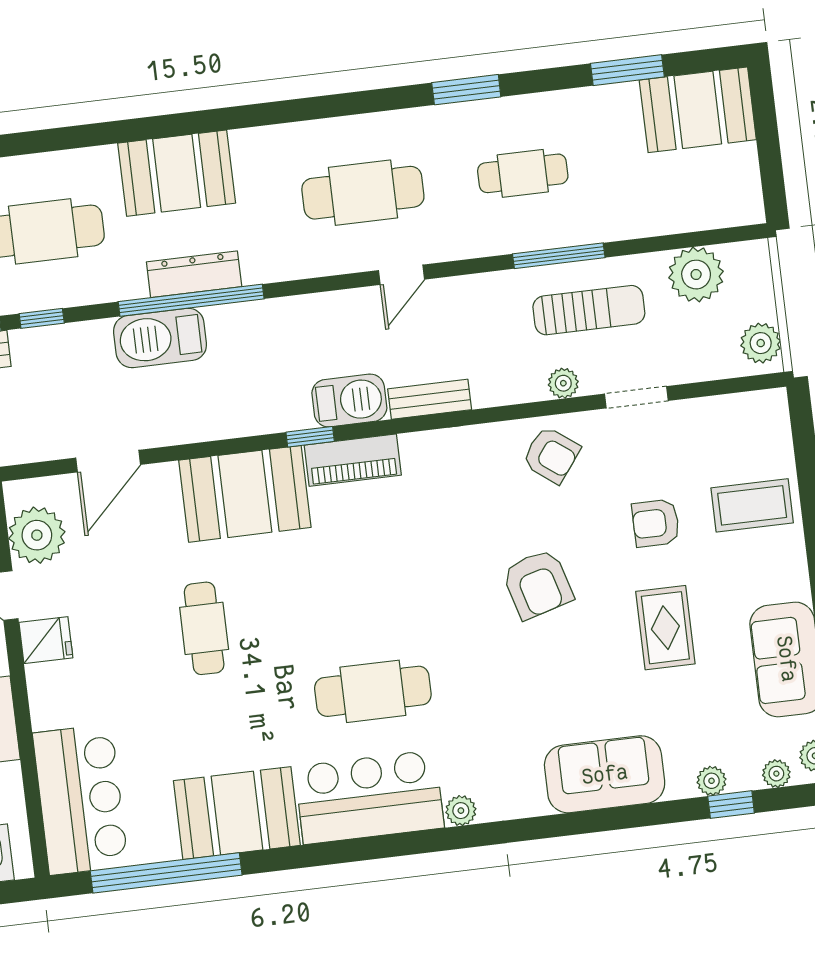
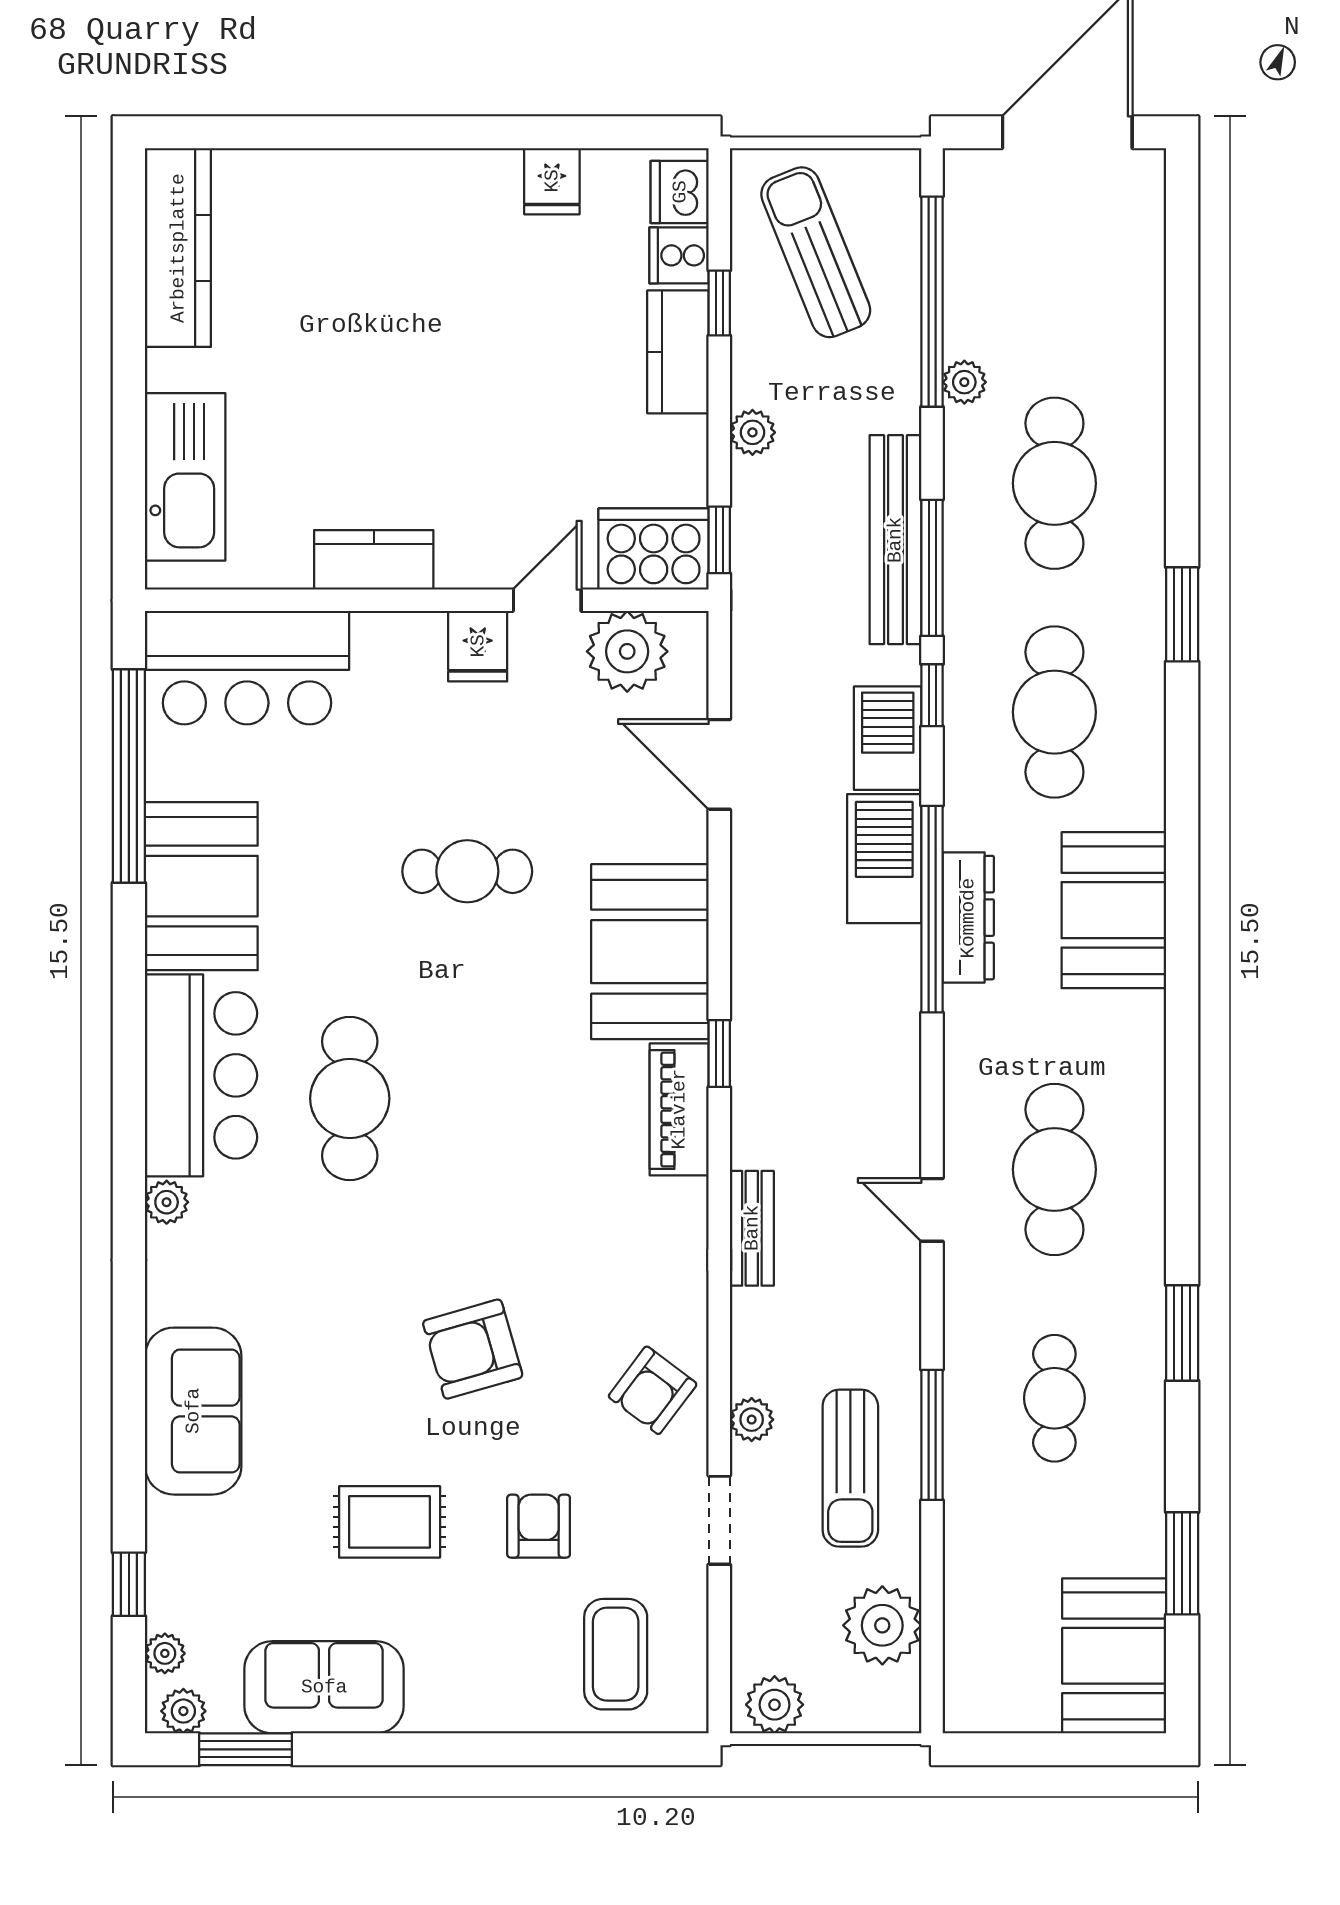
barbecue: (349, 401) -> (888, 738), moved, turned 180
coffee table: (752, 505) -> (616, 1654), moved
plant: (712, 781) -> (166, 1561), removed

